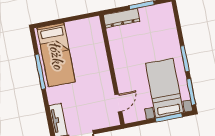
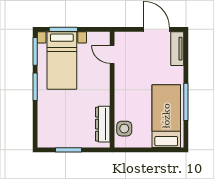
dresser: (122, 18) -> (103, 124), moved, turned -90
side table: (93, 35) -> (124, 129), added
door: (118, 103) -> (112, 54), hinge flipped

